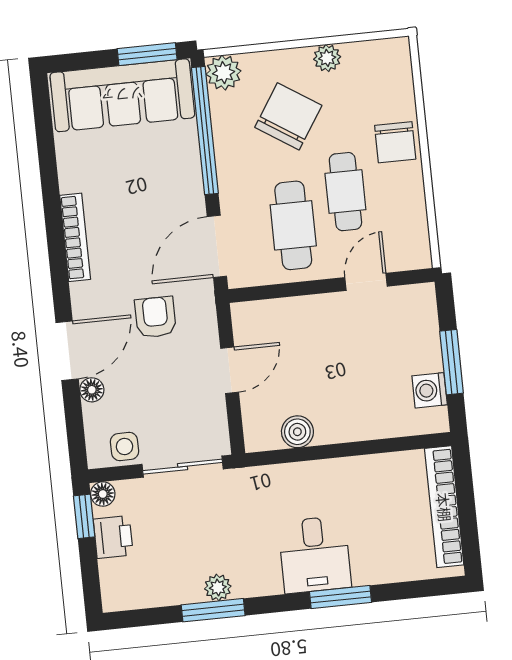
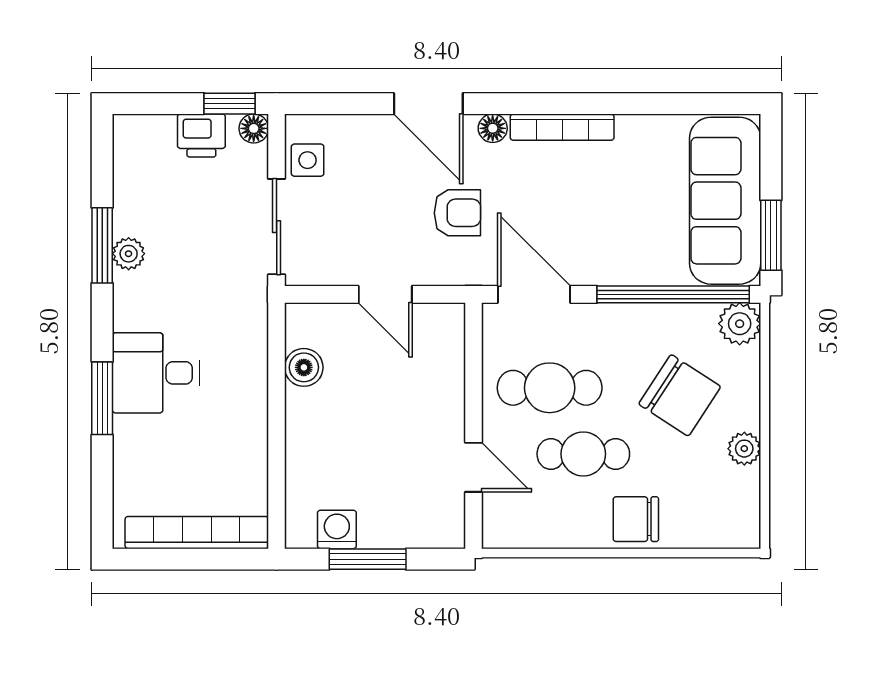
floor lamp: (92, 390) -> (493, 128), moved

